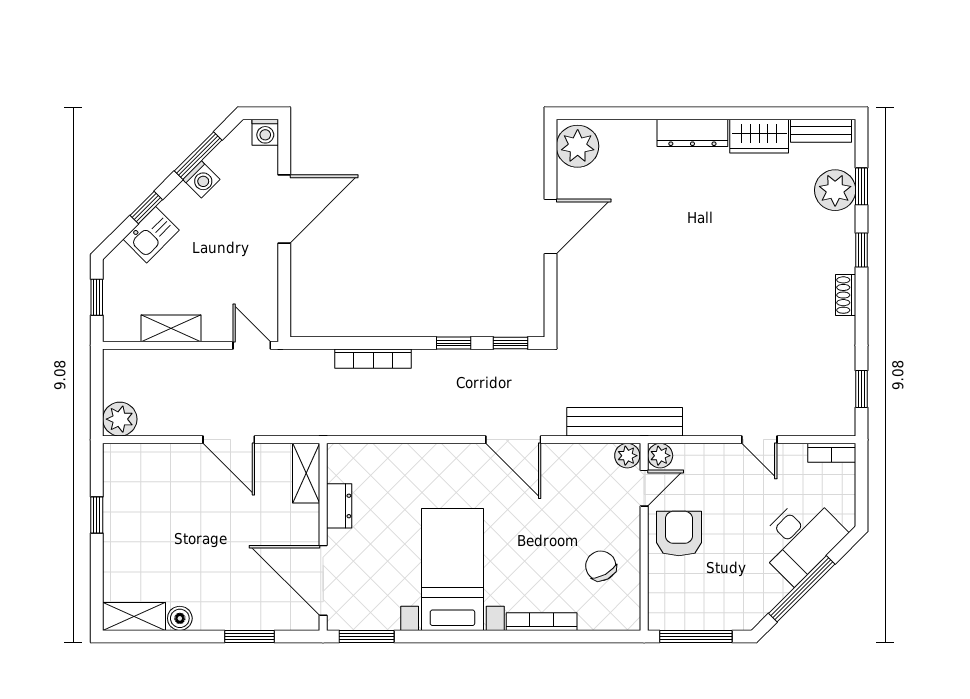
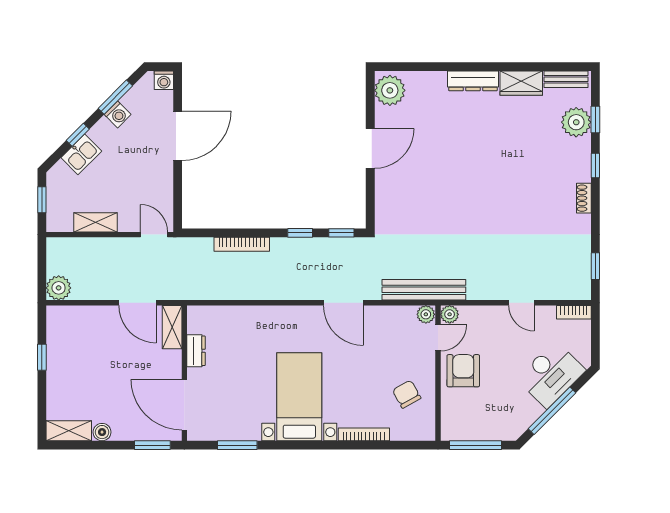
shelving: (306, 473) -> (172, 327), moved
dresser: (339, 506) -> (196, 351), moved
wall: (323, 537) -> (184, 373), moved
door: (323, 580) -> (184, 405), moved

